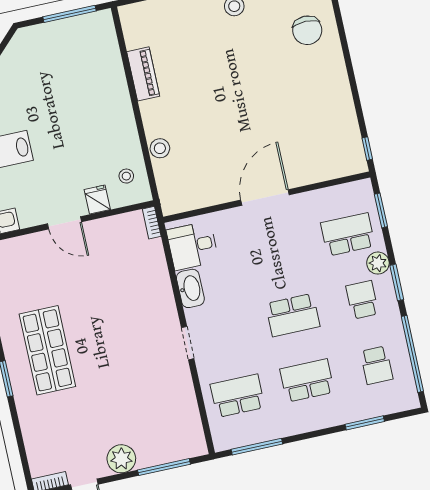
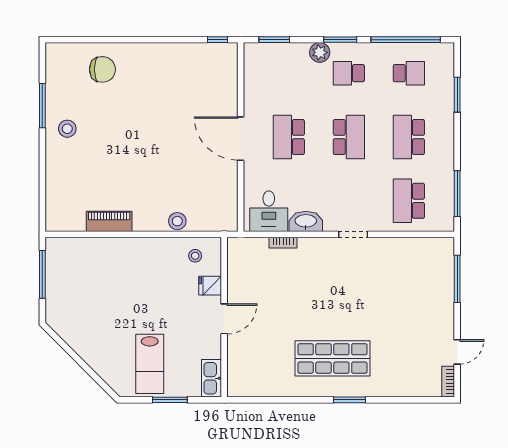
bookcase: (152, 223) -> (283, 243), moved
school desk: (348, 234) -> (289, 137), moved
plant: (121, 459) -> (442, 315), removed

